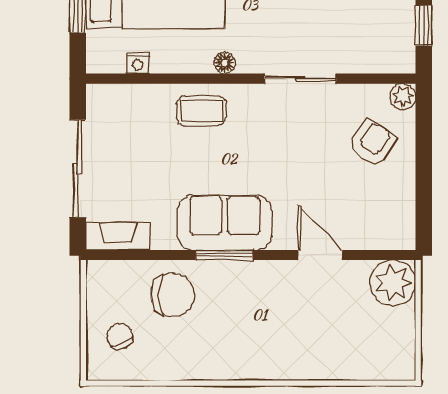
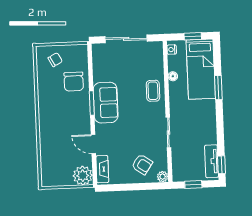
nightstand: (138, 63) -> (172, 50), moved
floor lamp: (225, 63) -> (173, 76), moved
fireplace: (118, 236) -> (102, 169), moved
door: (320, 255) -> (93, 144), swing flipped

